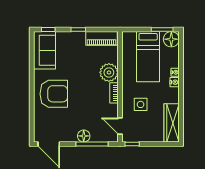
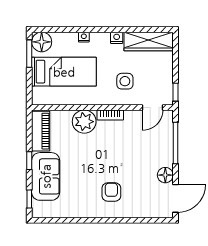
sofa: (44, 50) -> (46, 176), moved, turned 90
nightstand: (175, 82) -> (117, 38), moved
armchair: (54, 94) -> (111, 192), width x0.53, depth x0.53
floor lamp: (84, 136) -> (165, 175), moved

